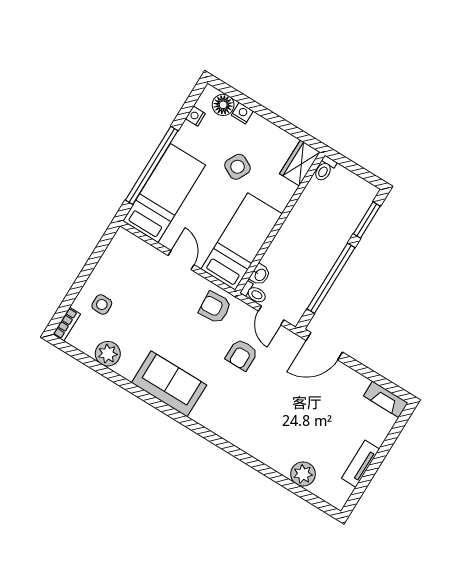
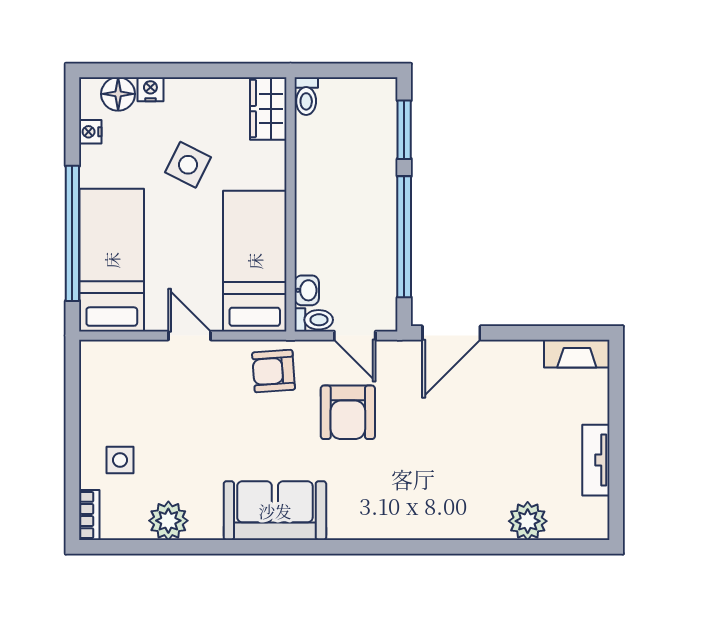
armchair: (242, 355) -> (348, 412), width x1.38, depth x1.38

